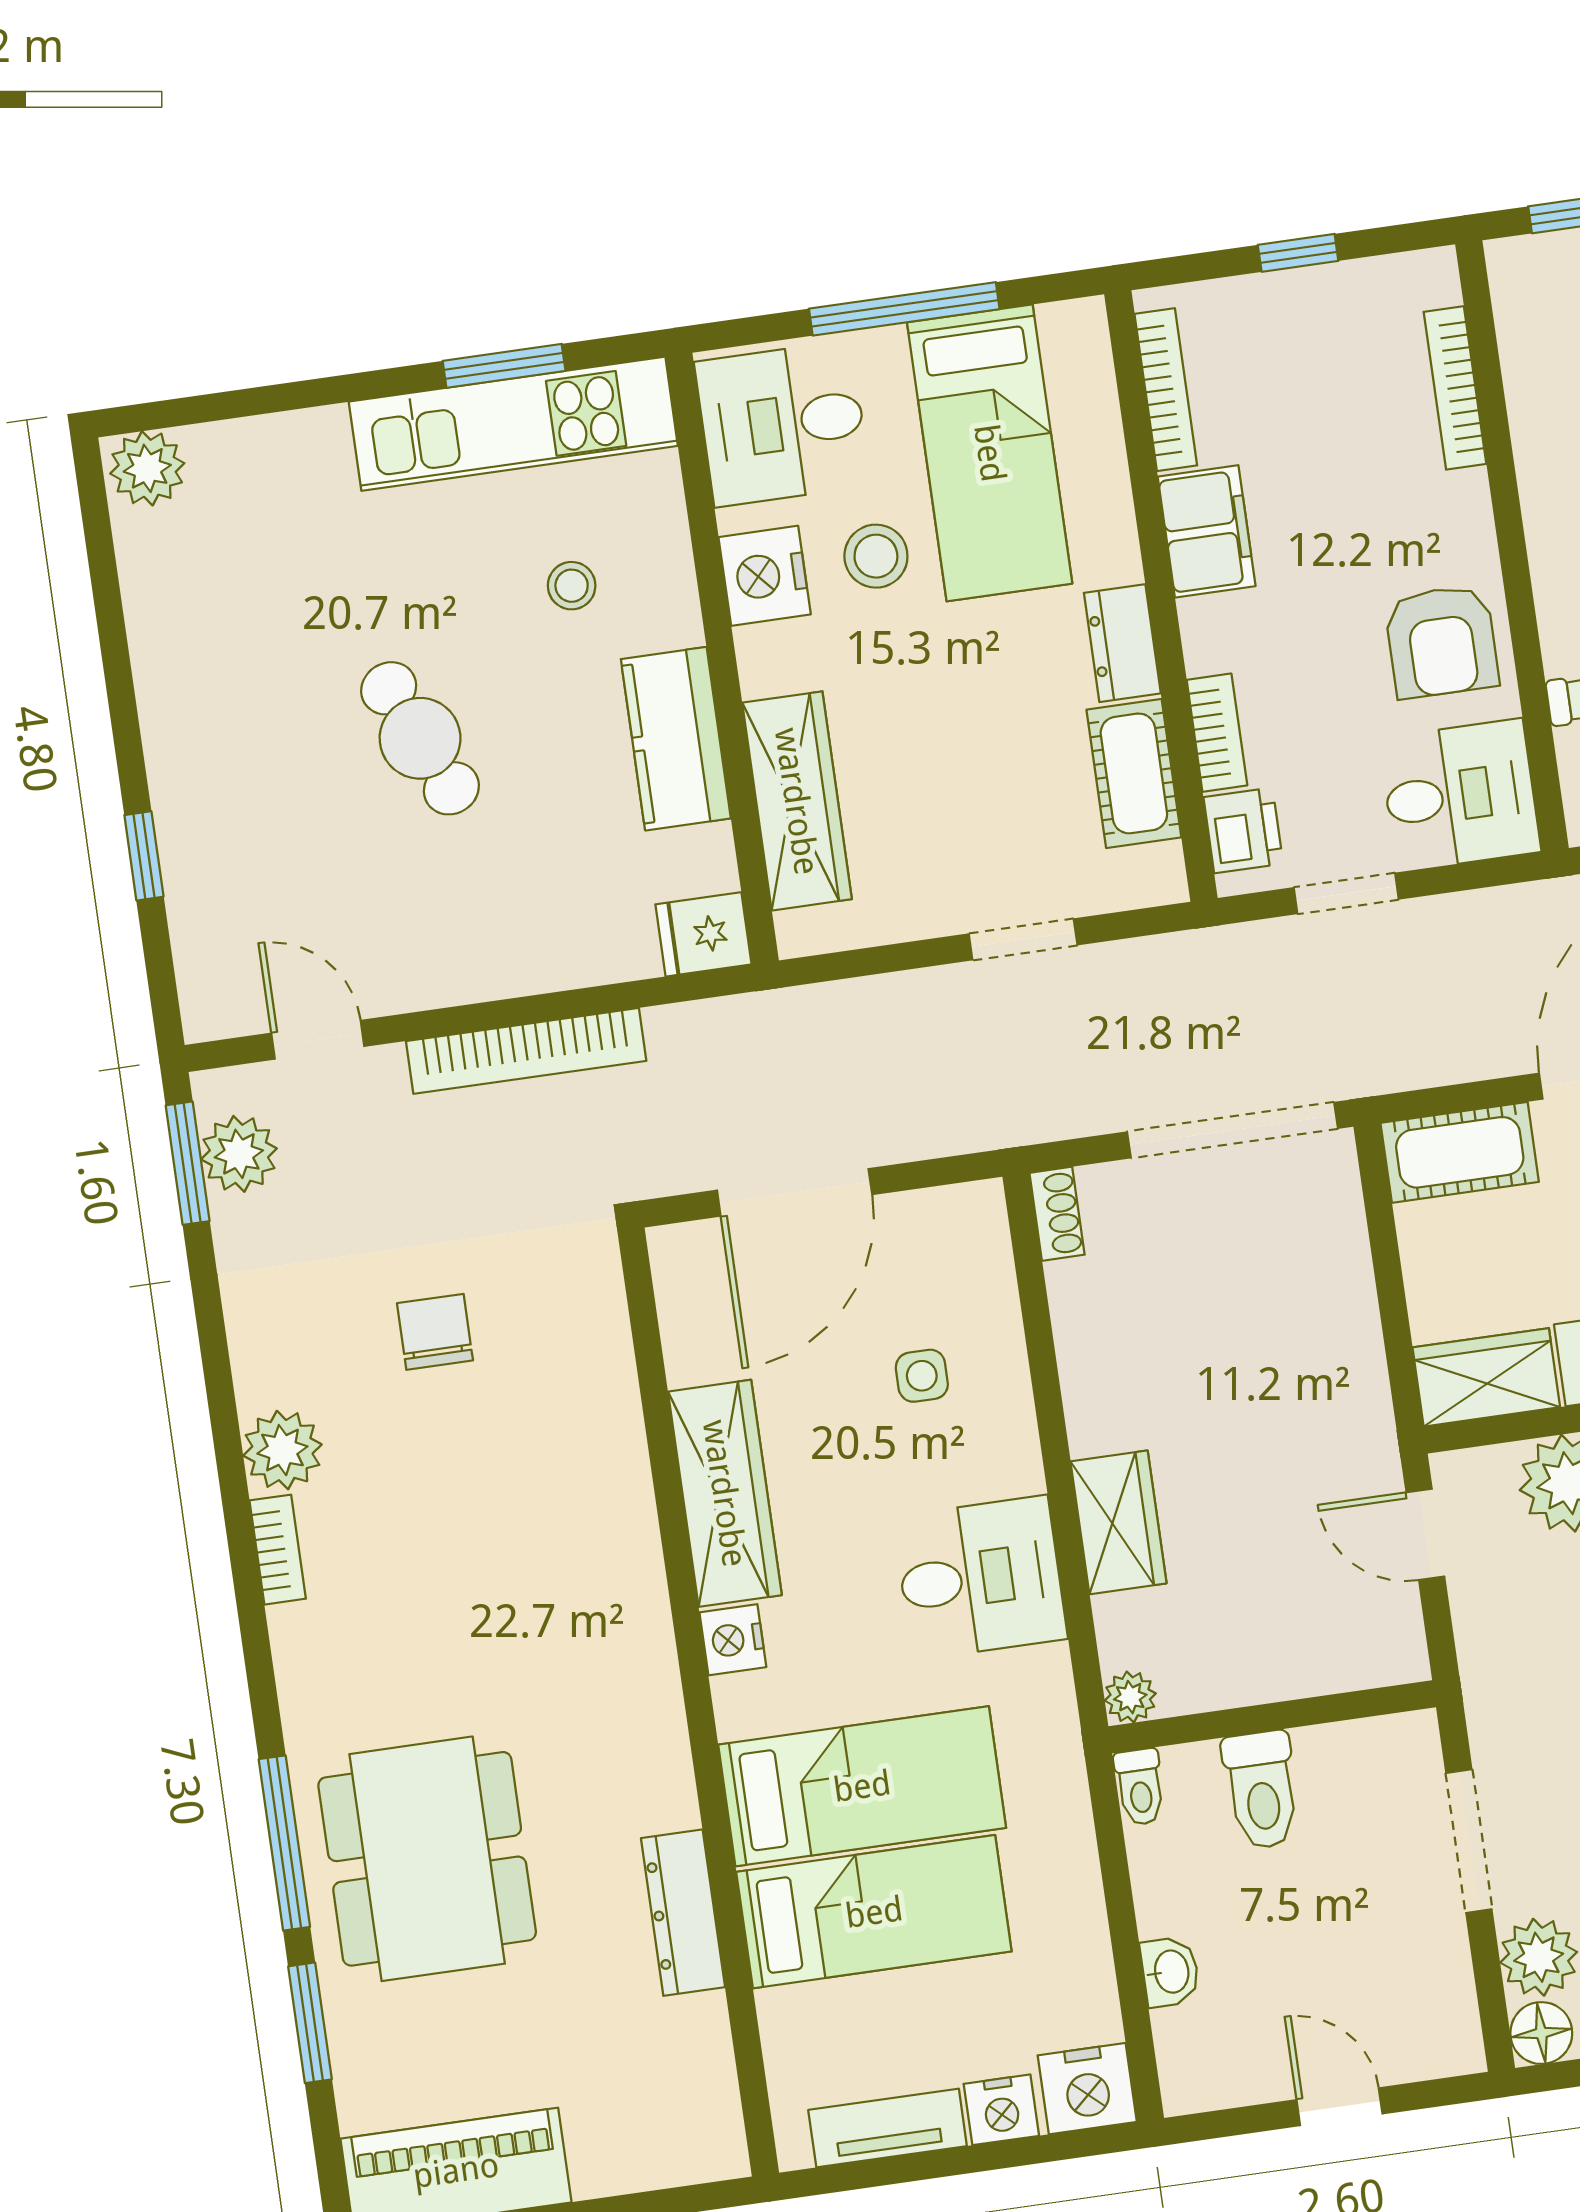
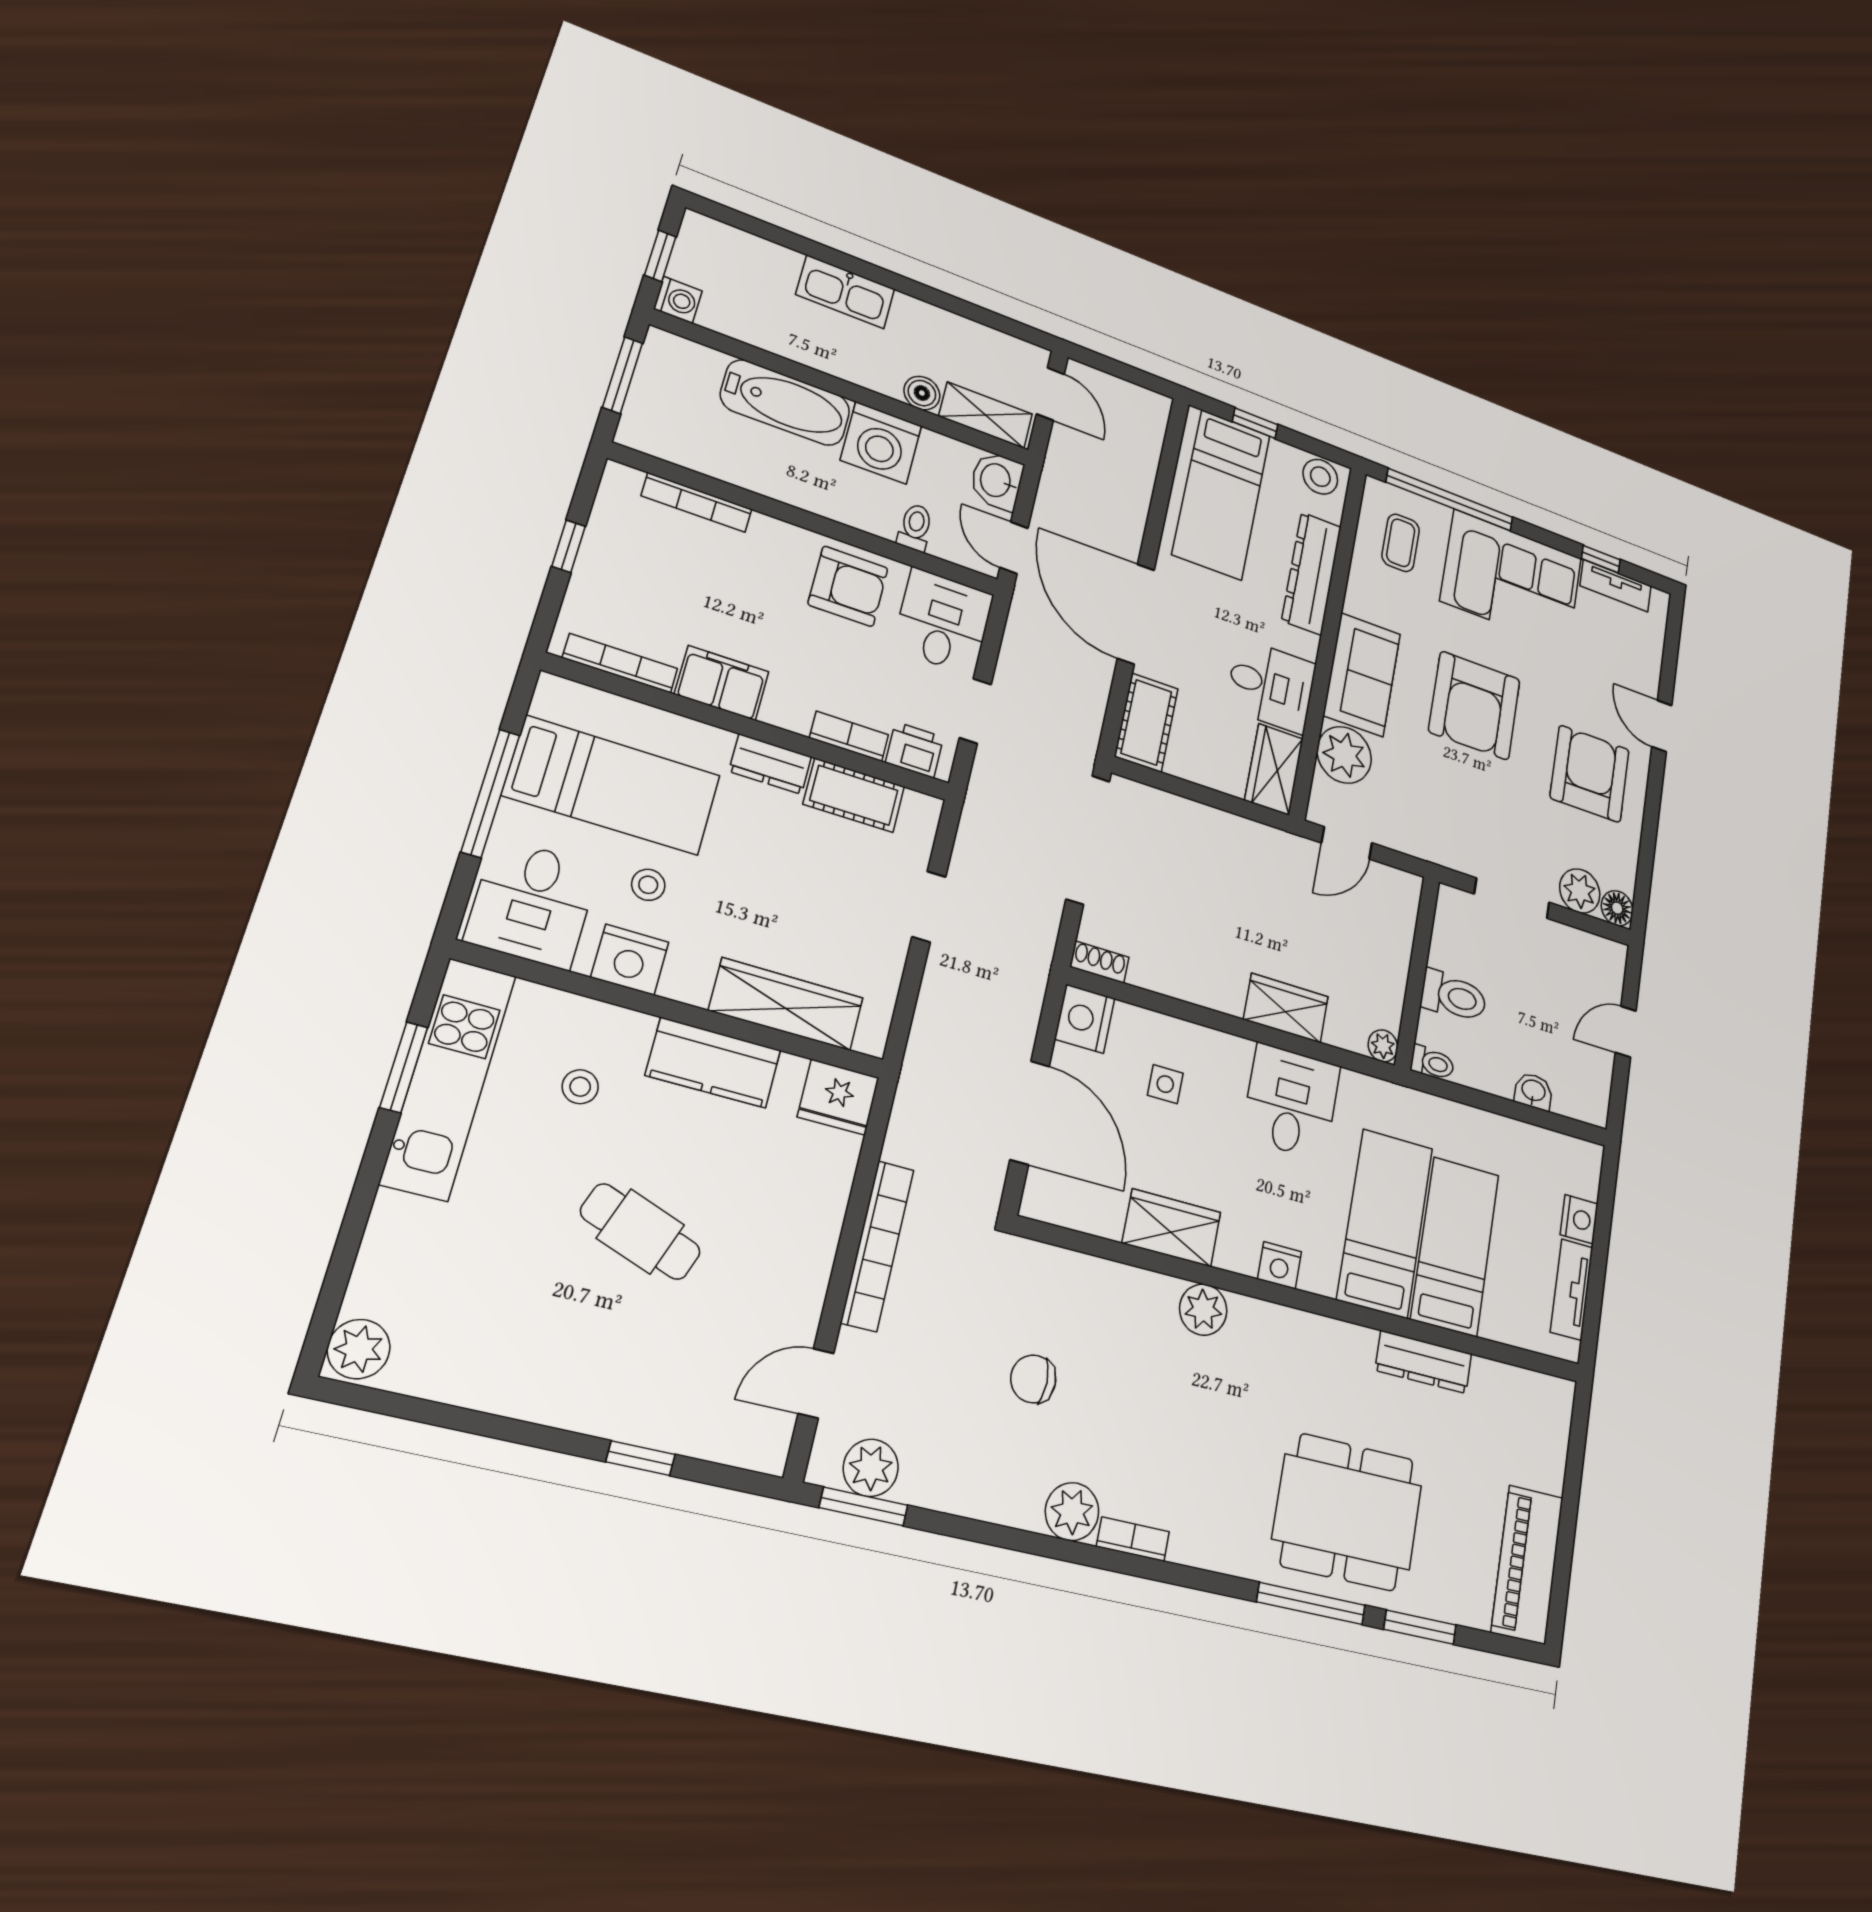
stool: (876, 556) -> (648, 885), width x0.73, depth x0.73
cafe table: (420, 738) -> (640, 1232), turned 44
fridge: (704, 934) -> (838, 1097), width x1.38
wardrobe: (725, 1493) -> (1172, 1228), width x0.67
plant: (624, 1545) -> (1203, 1310), added
nightstand: (1087, 2089) -> (1085, 1019), moved, turned 180

